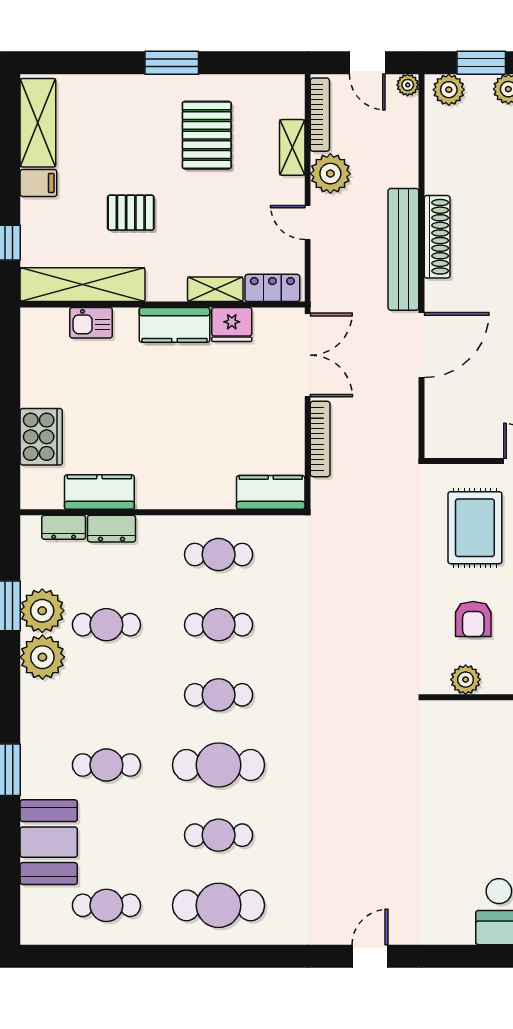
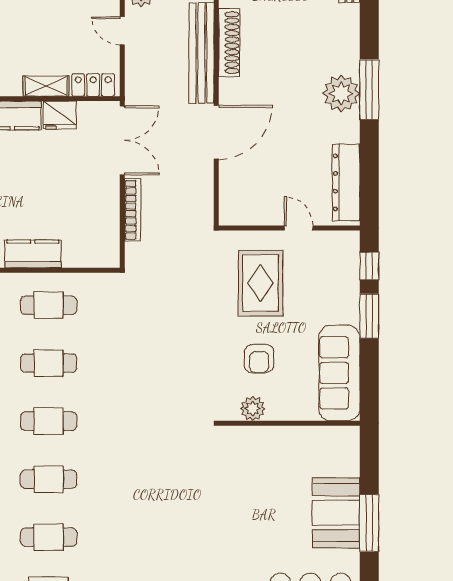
kitchen counter: (271, 492) -> (33, 254), moved
cafe table: (219, 765) -> (49, 479), width x0.73, depth x0.74

